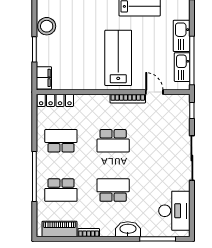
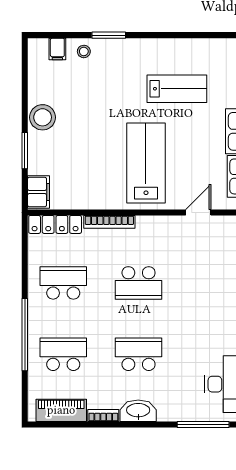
door: (154, 92) -> (198, 213), hinge flipped
bookcase: (128, 99) -> (109, 222), moved
school desk: (61, 190) -> (63, 354), turned 180
washbasin: (128, 229) -> (138, 411), moved

